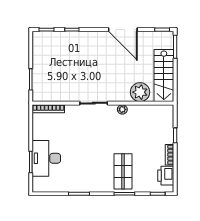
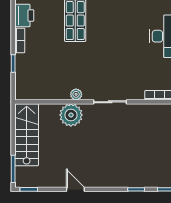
door: (123, 30) -> (75, 189), width x0.53
plant: (140, 92) -> (71, 115), moved

